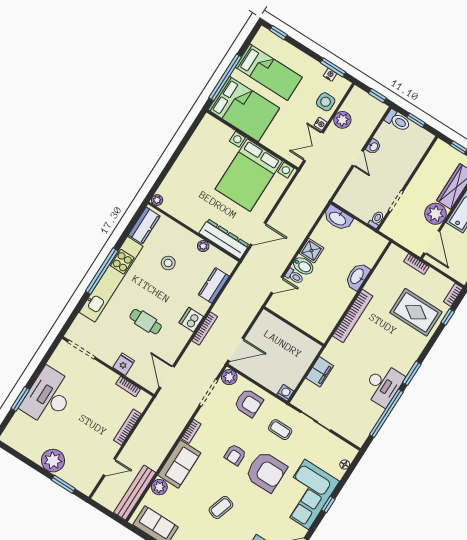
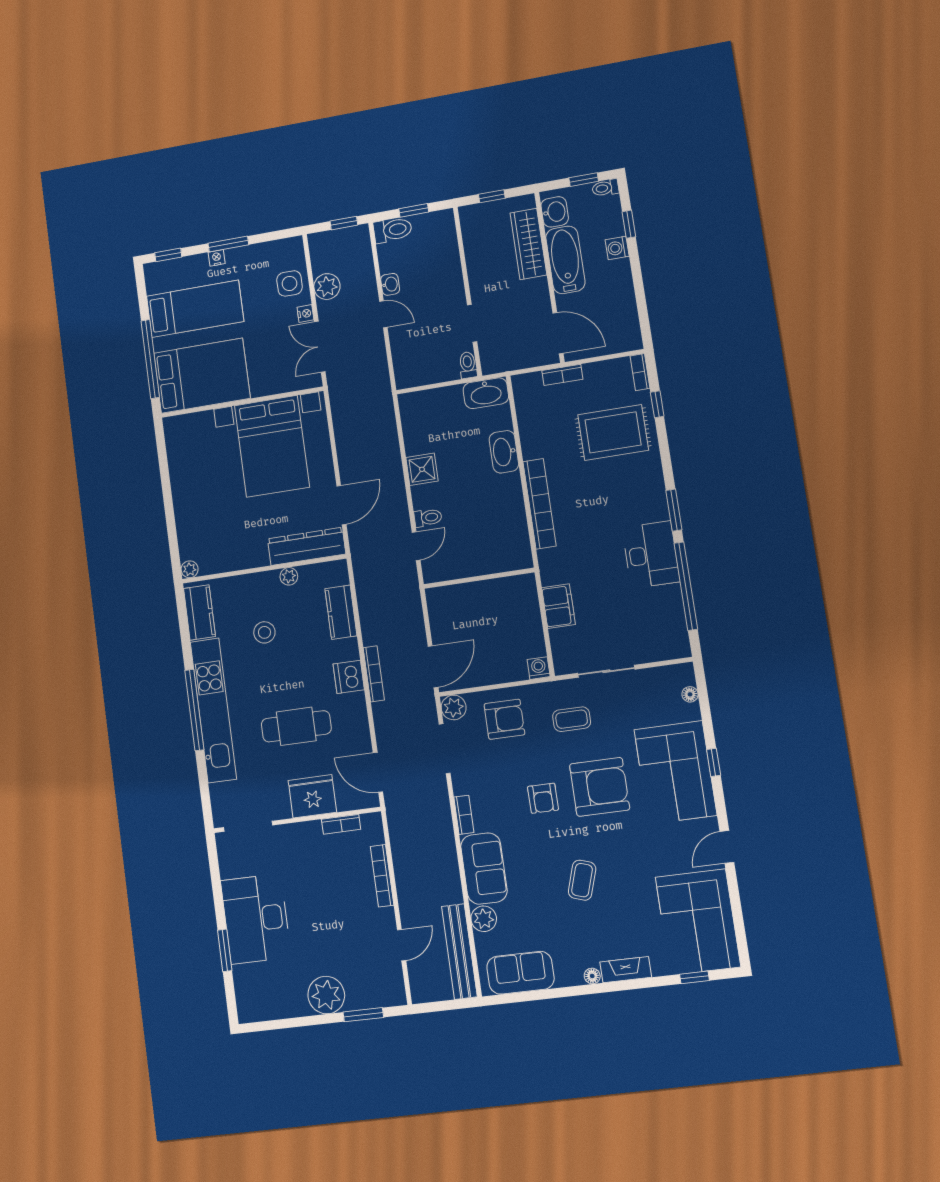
window: (333, 67) -> (228, 244), moved
nightstand: (330, 75) -> (217, 258), moved
plant: (435, 214) -> (533, 296), removed
washbasin: (338, 218) -> (486, 393), moved
bidet: (303, 266) -> (428, 496), removed
cafe table: (146, 322) -> (296, 726), width x1.37, depth x1.35
fridge: (124, 364) -> (312, 796), width x1.88, depth x1.34

